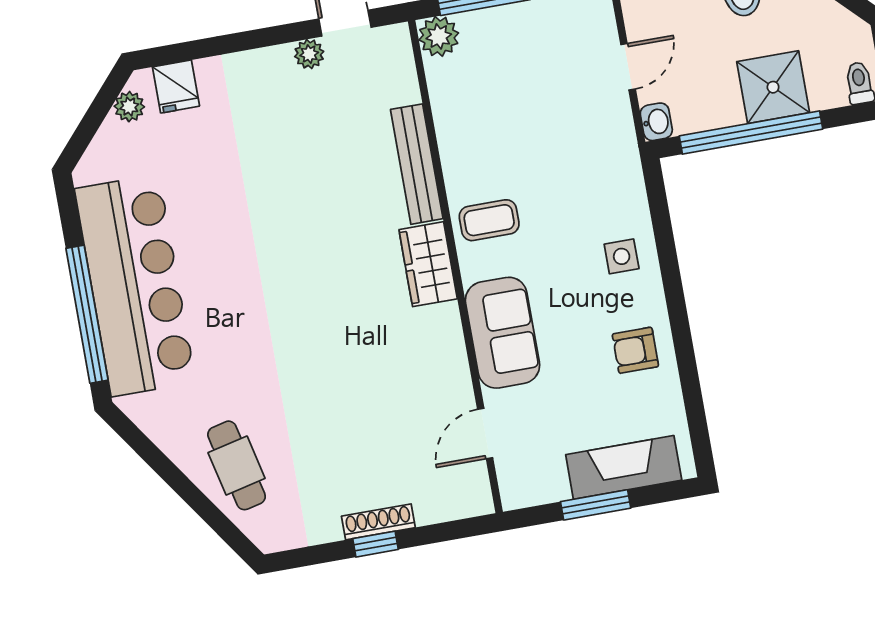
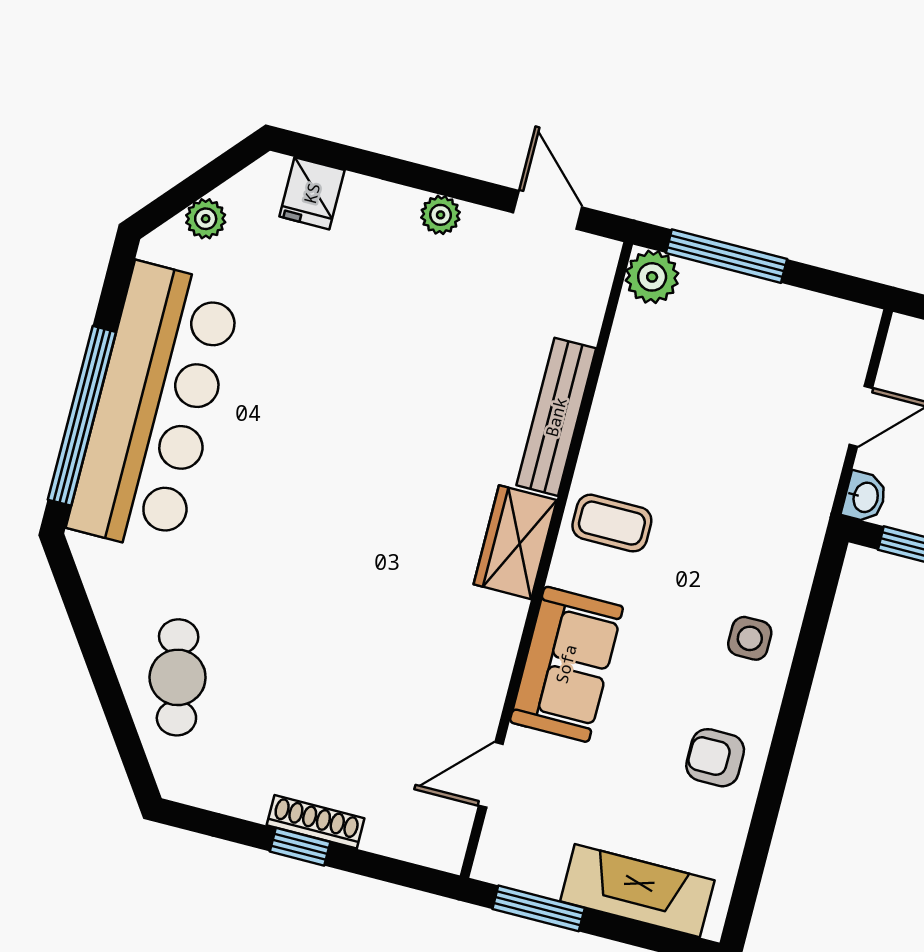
plant: (309, 54) -> (440, 215), moved
plant: (129, 107) -> (206, 219), moved
window: (596, 505) -> (539, 908), moved

